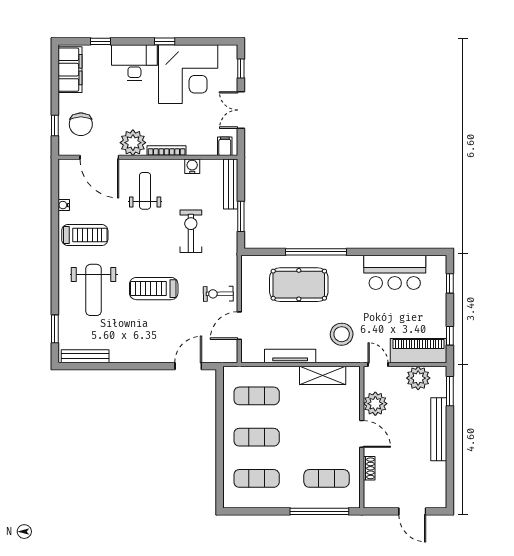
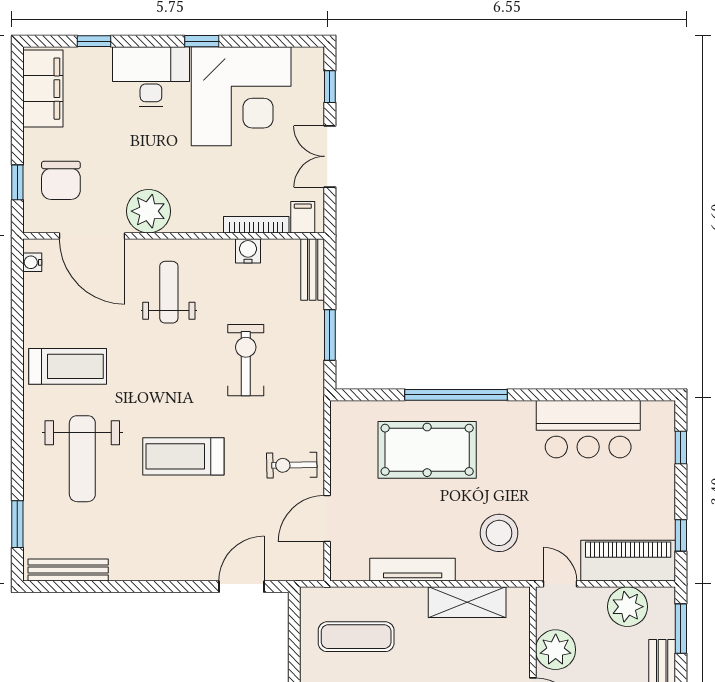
bookcase: (167, 151) -> (256, 225), moved
bench: (231, 184) -> (313, 269), width x0.73
water cooler: (64, 205) -> (32, 262), moved

